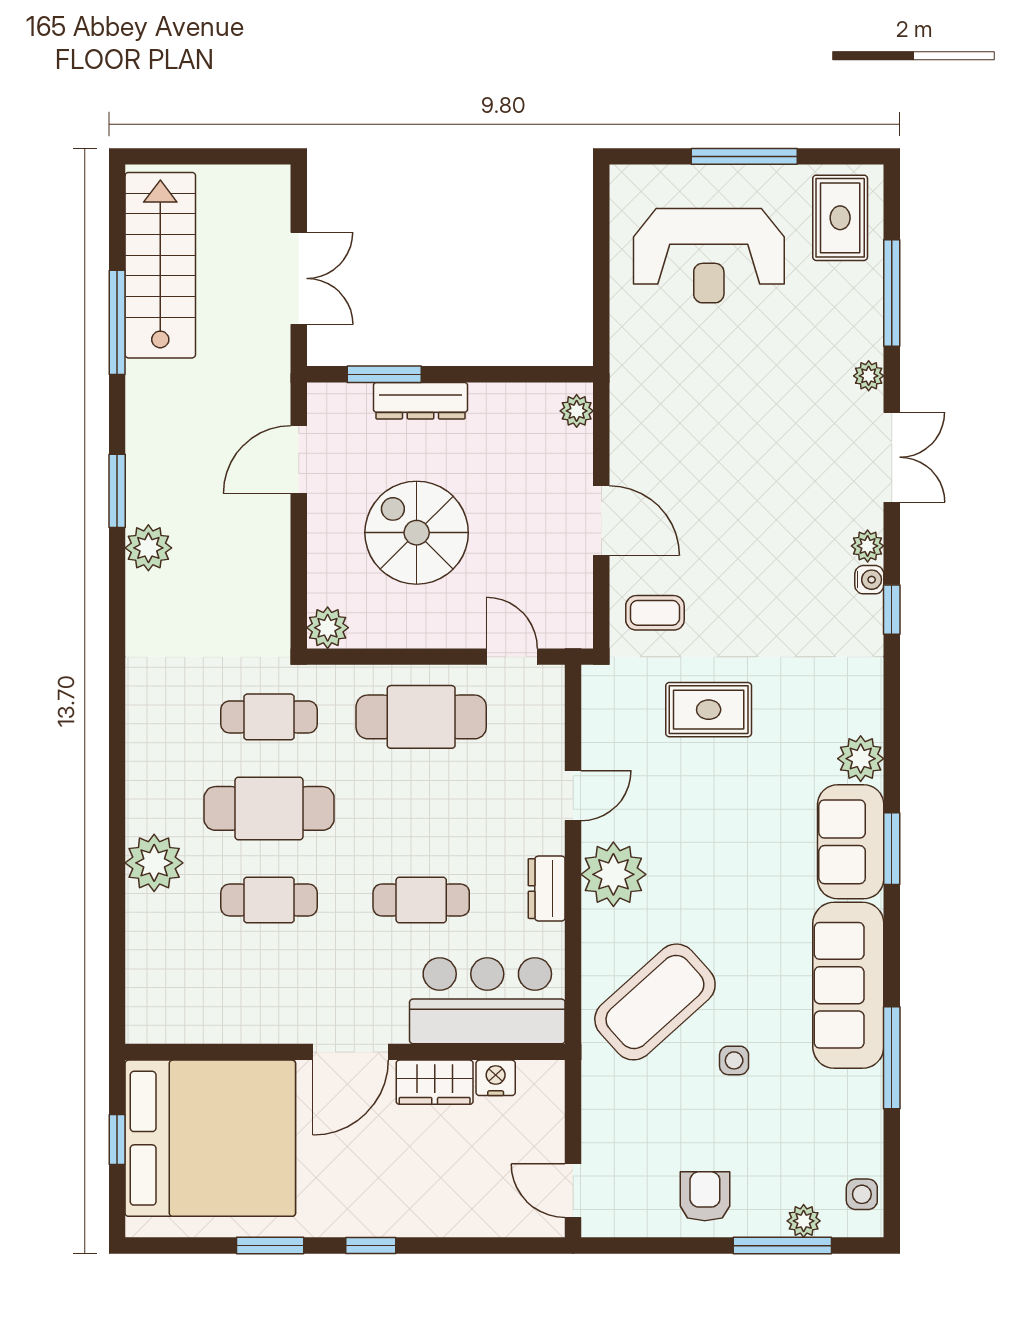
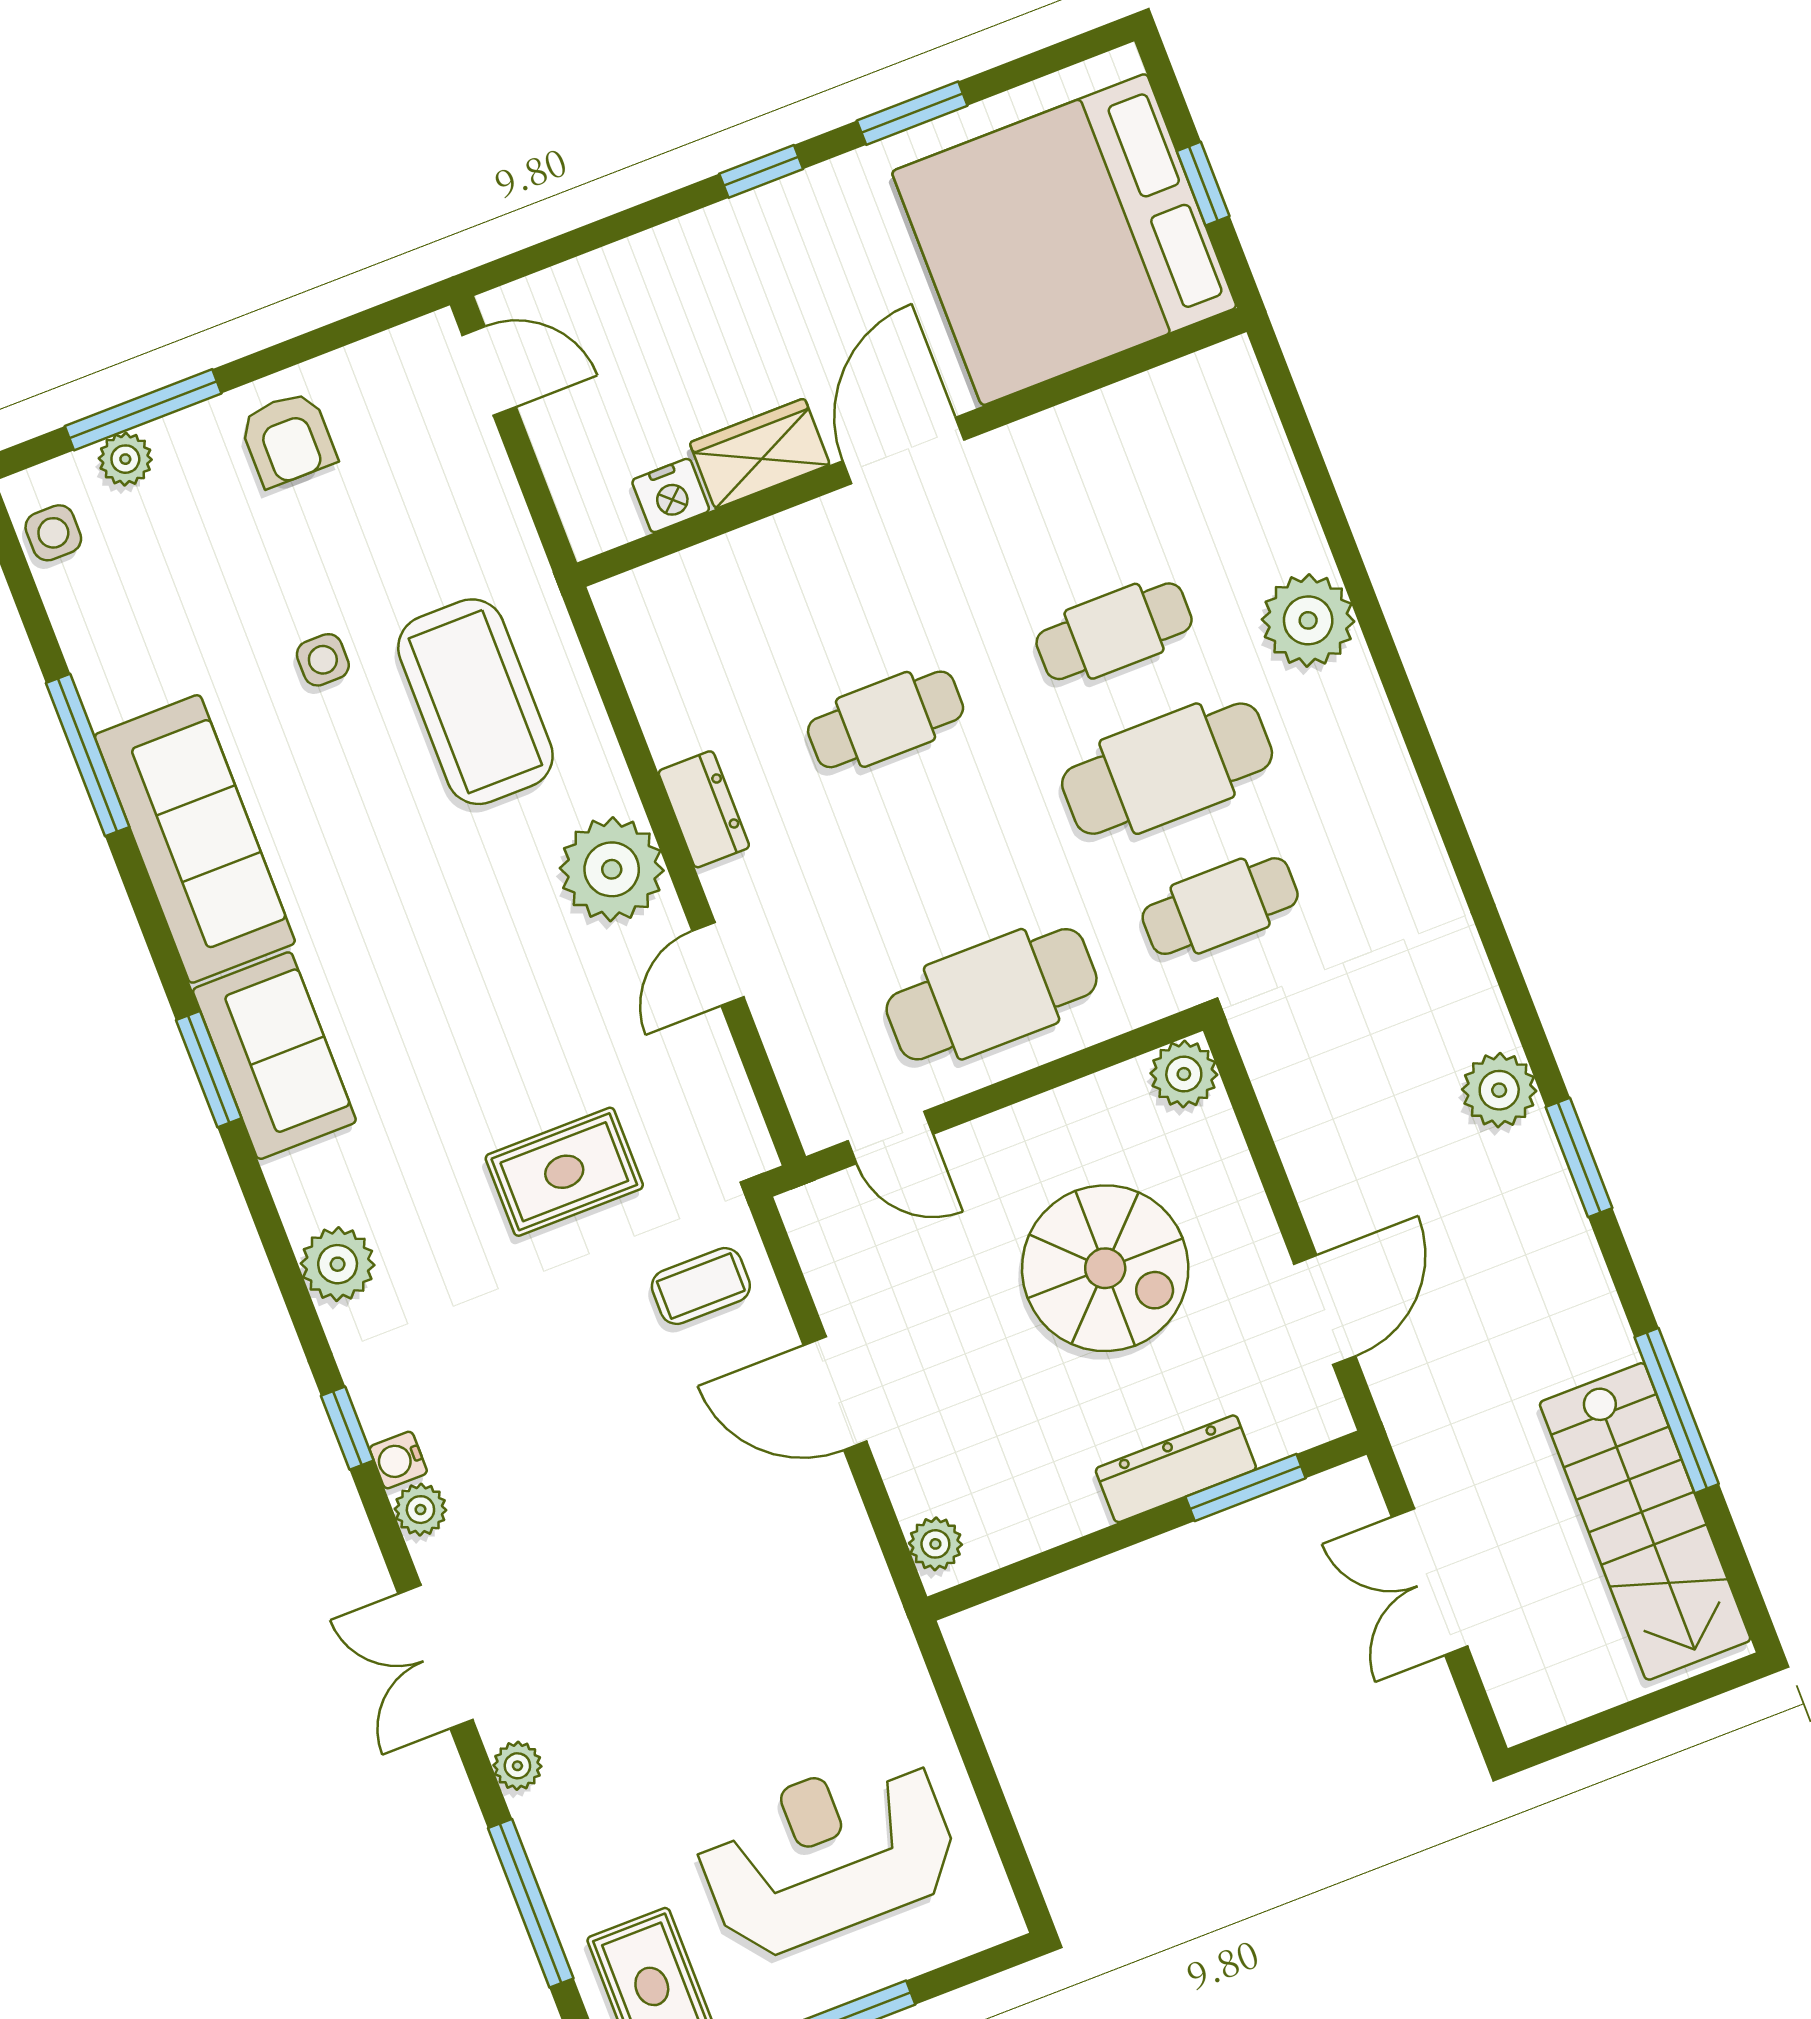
plant: (861, 759) -> (338, 1264), moved
bar counter: (487, 1001) -> (728, 607), removed
coffee table: (655, 1002) -> (475, 702), turned -48

